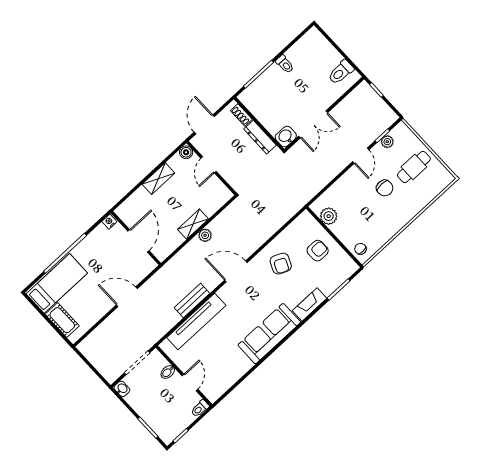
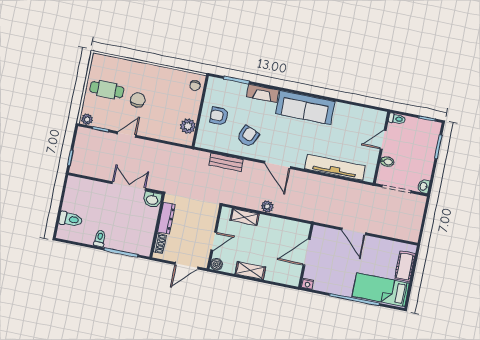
toilet: (341, 72) -> (71, 219), moved
plant: (387, 142) -> (87, 119), moved
shelving: (193, 224) -> (245, 217), moved
bench: (192, 301) -> (226, 162), moved

